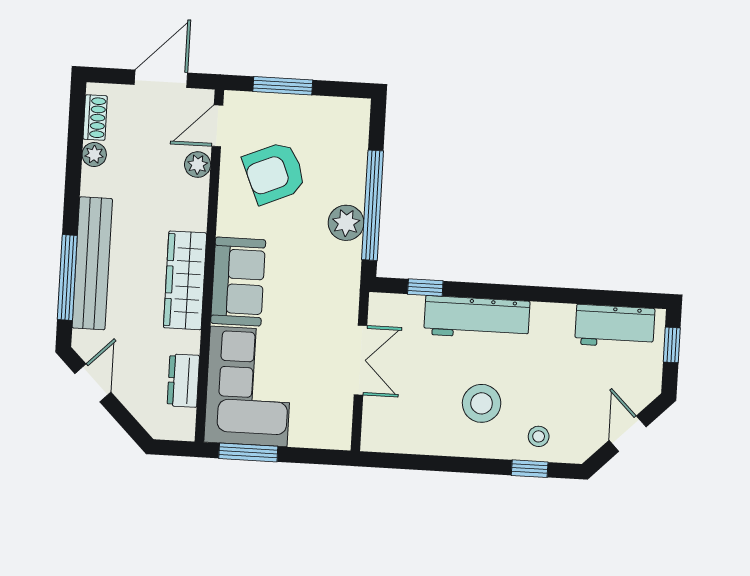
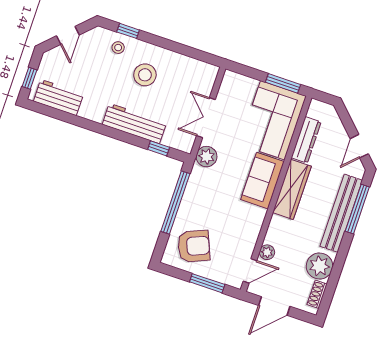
plant: (94, 155) -> (319, 266), width x1.88, depth x1.88
armchair: (274, 173) -> (194, 246), moved
plant: (346, 223) -> (207, 157), moved
dresser: (183, 381) -> (306, 140), width x1.44

